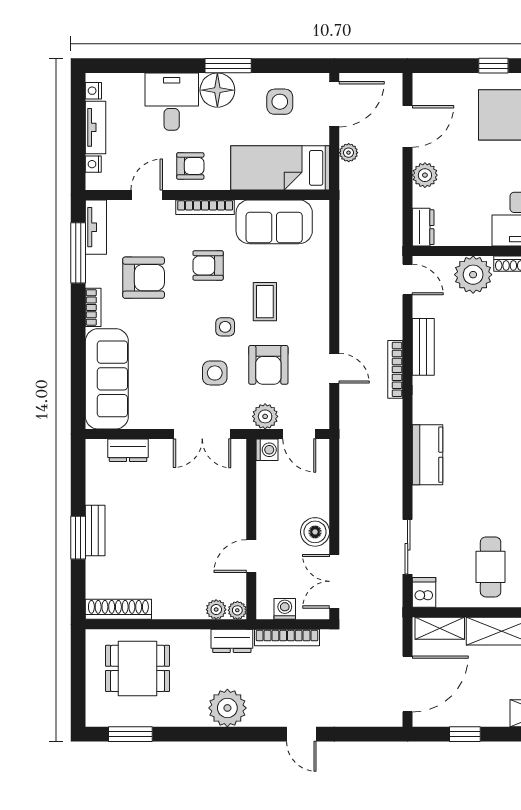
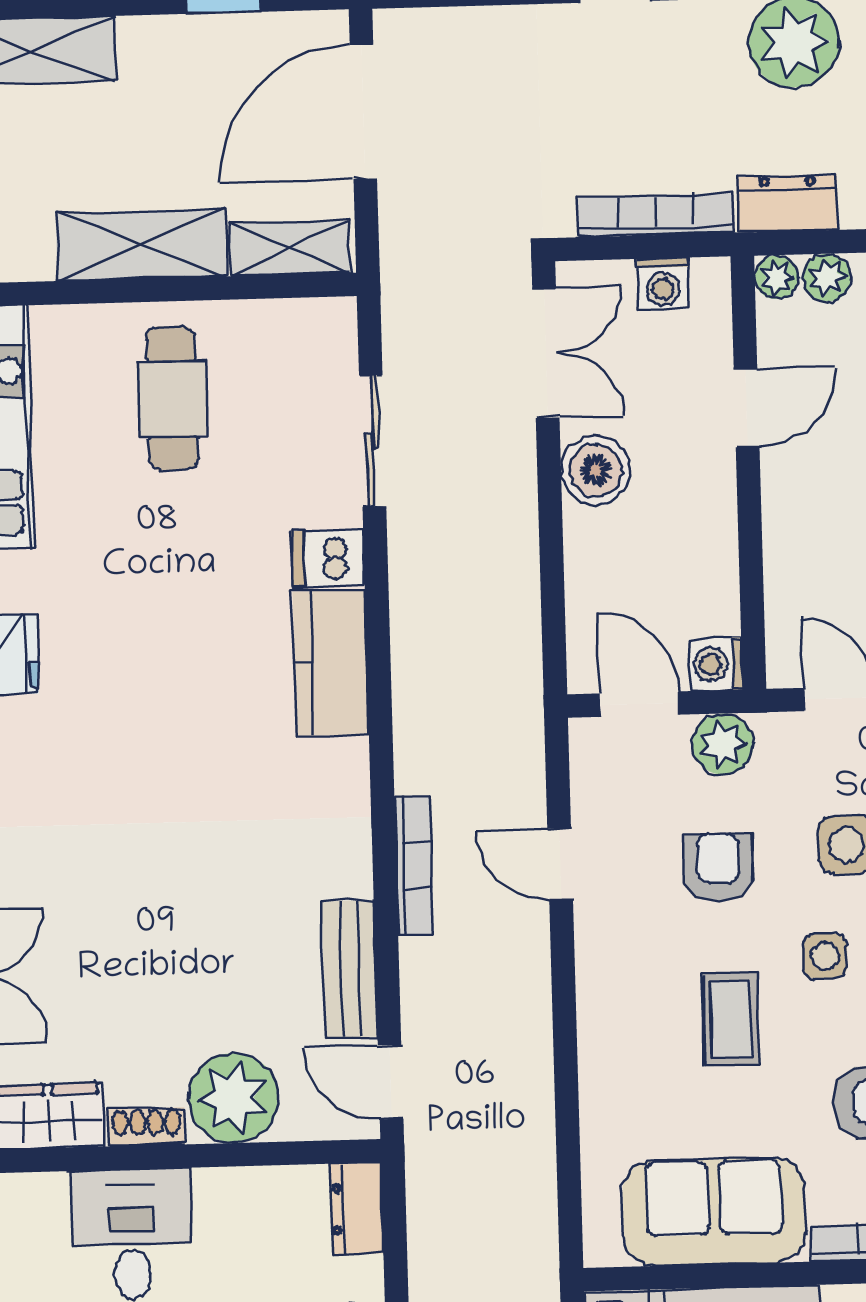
bench: (423, 347) -> (350, 969), moved
armchair: (268, 365) -> (719, 868), width x0.72, depth x0.72
dishwasher: (424, 592) -> (328, 558), moved, turned 90

